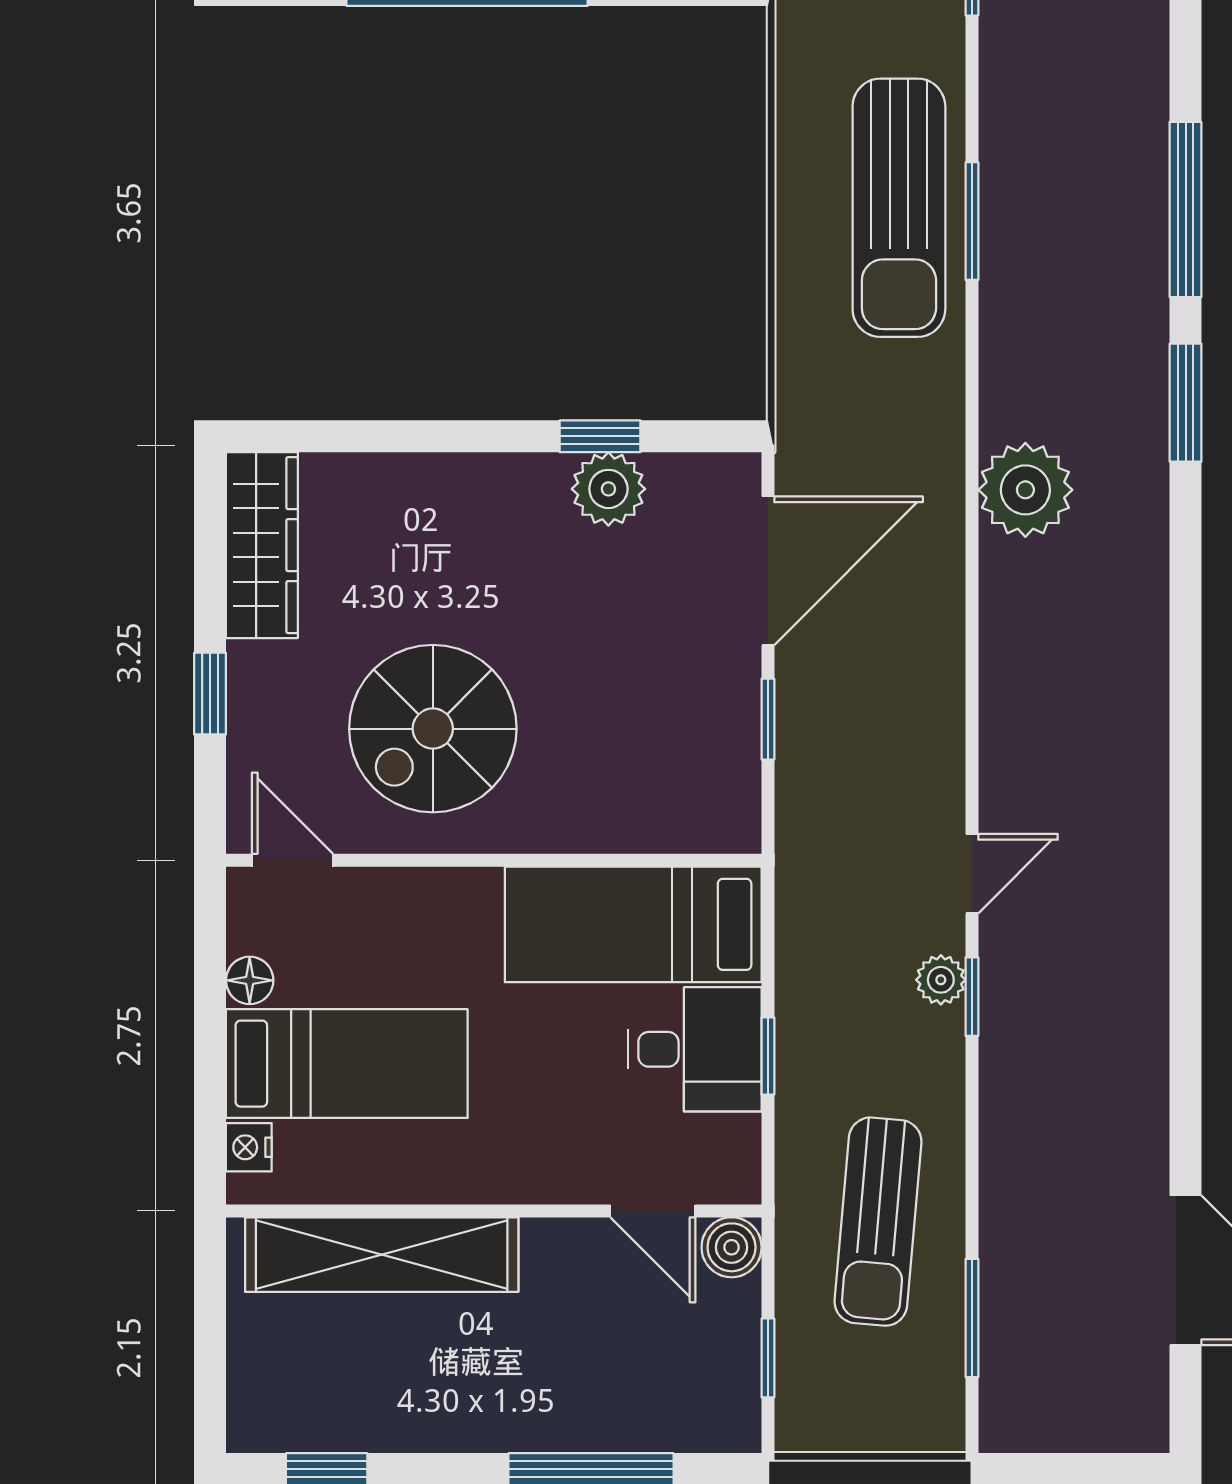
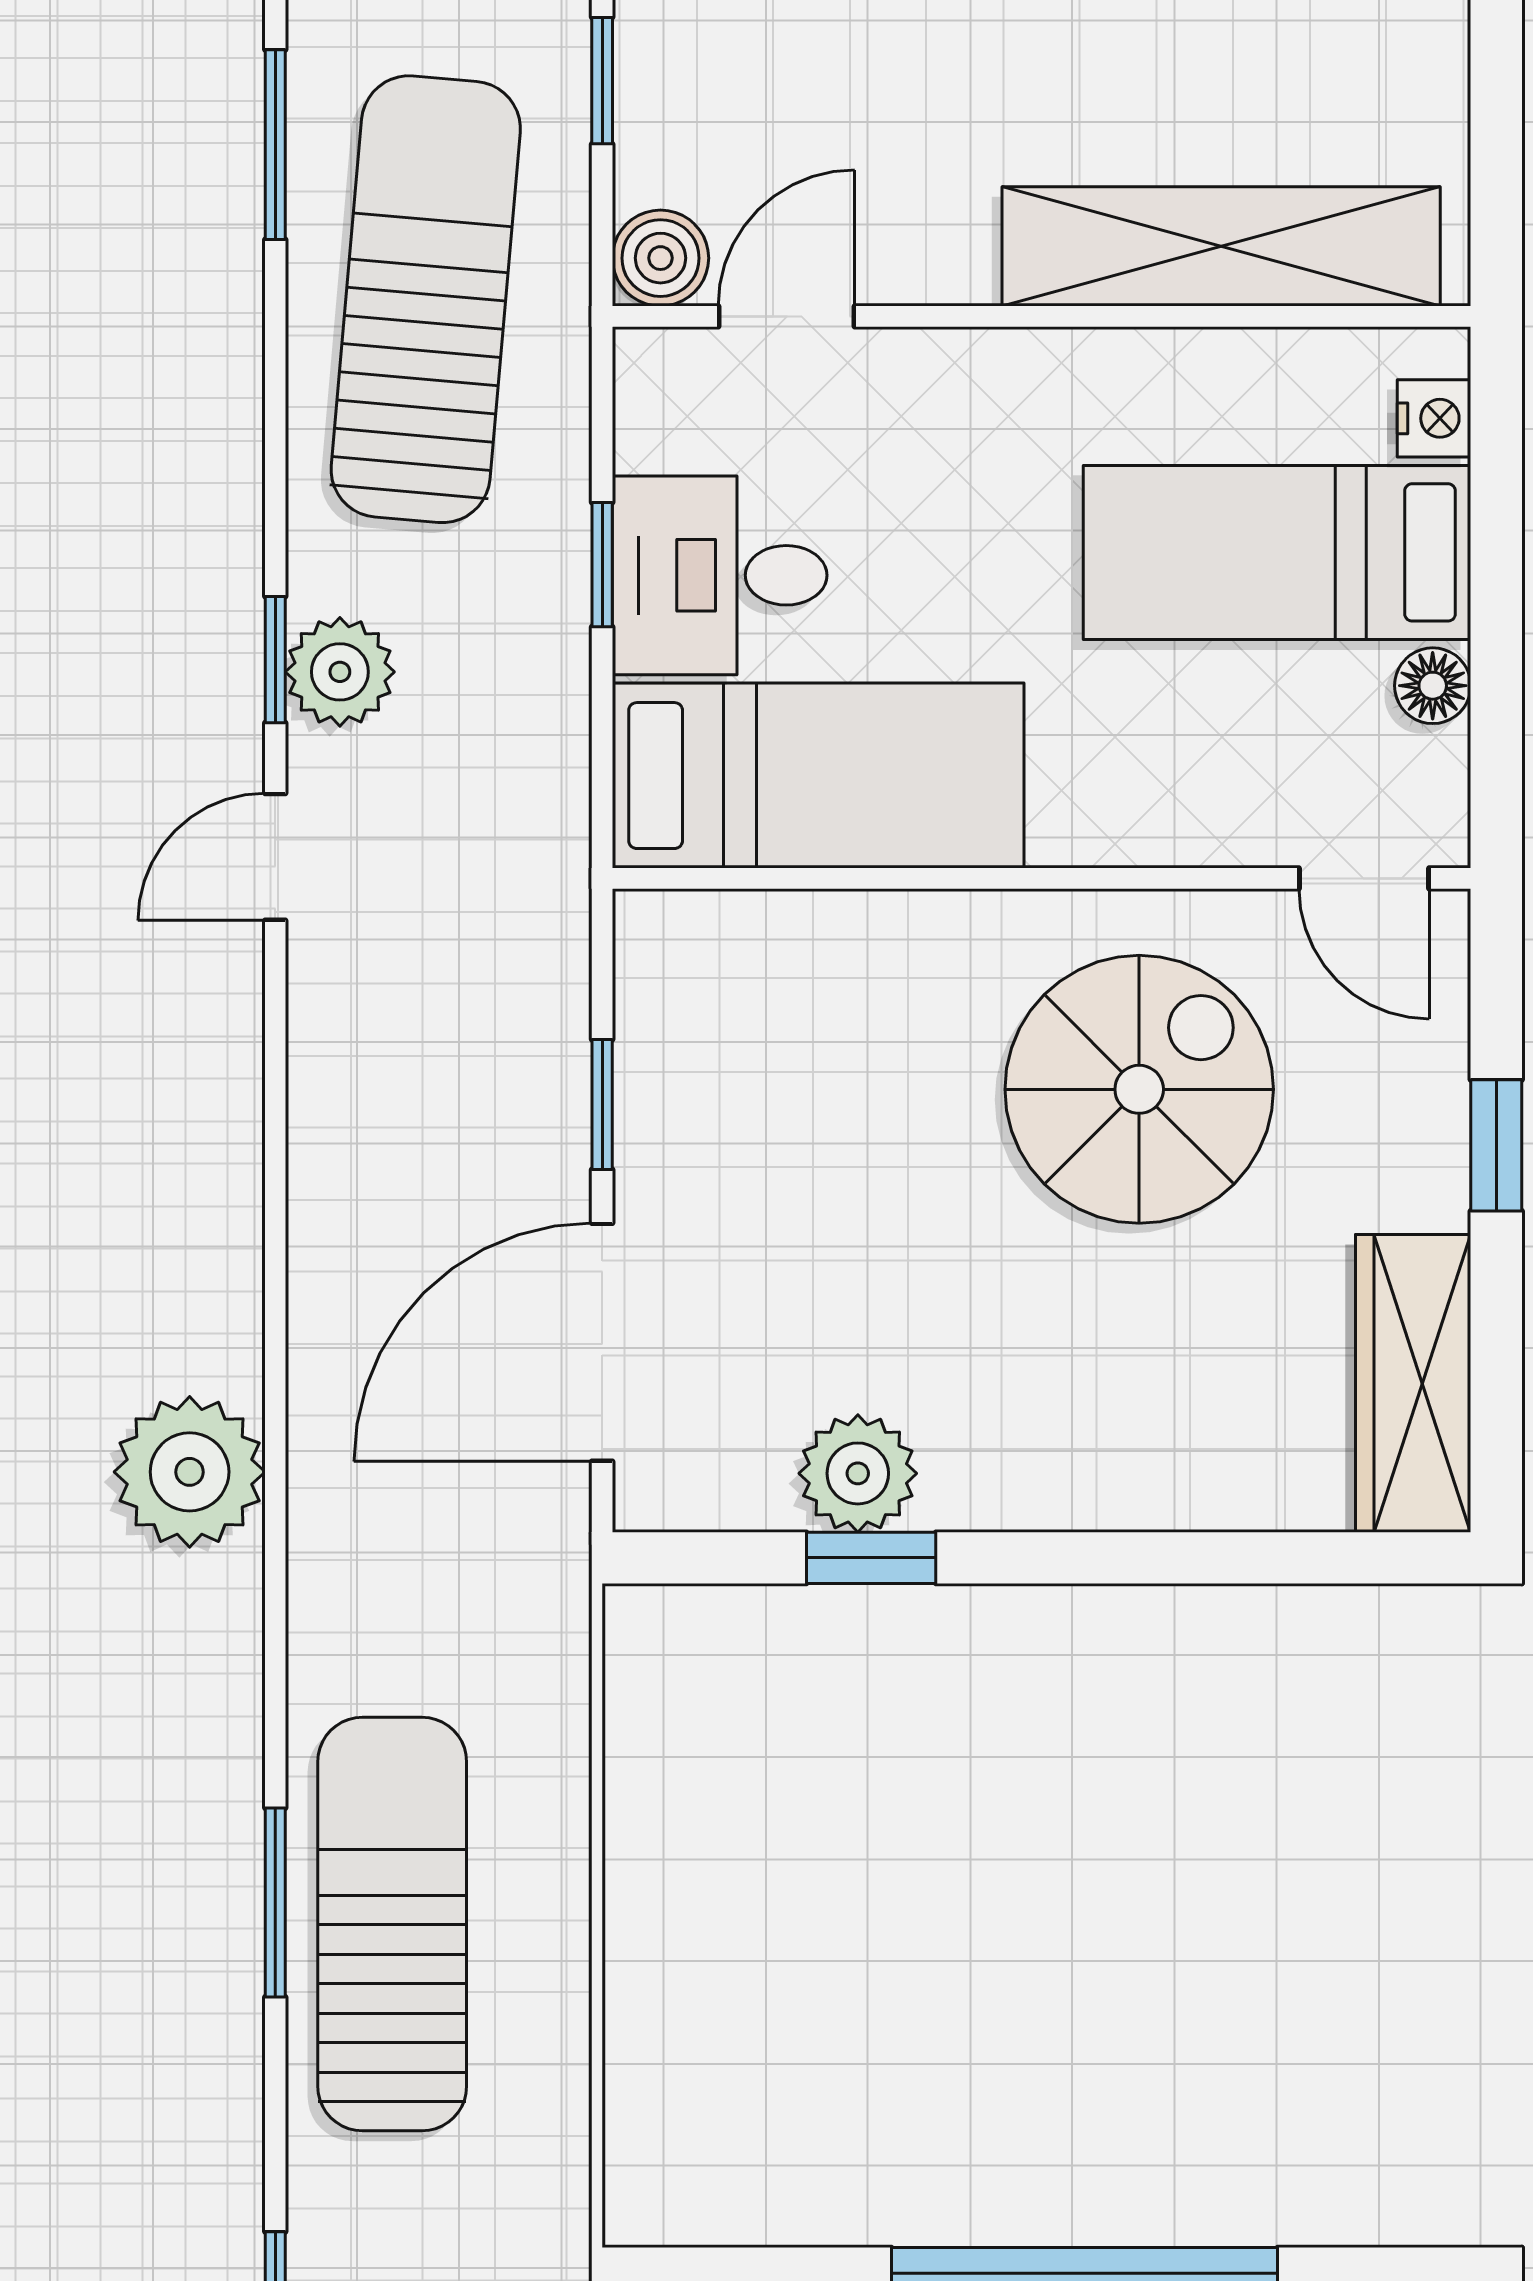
plant: (941, 980) -> (340, 672), width x1.38, depth x1.38
door: (653, 1211) -> (786, 316), hinge flipped
sun lounger: (878, 1222) -> (426, 299), width x1.36, depth x1.34

